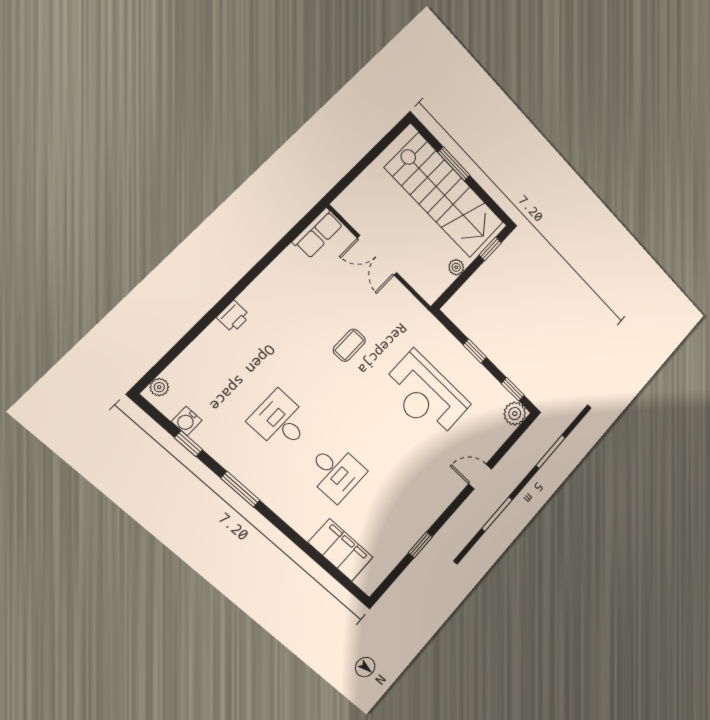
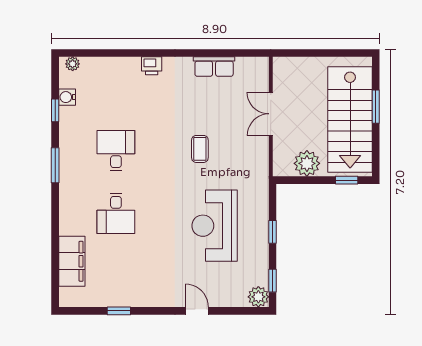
row of seats: (318, 233) -> (214, 67), moved
plant: (456, 267) -> (307, 163), width x1.88, depth x1.88
coffee table: (349, 345) -> (200, 149), turned 90

